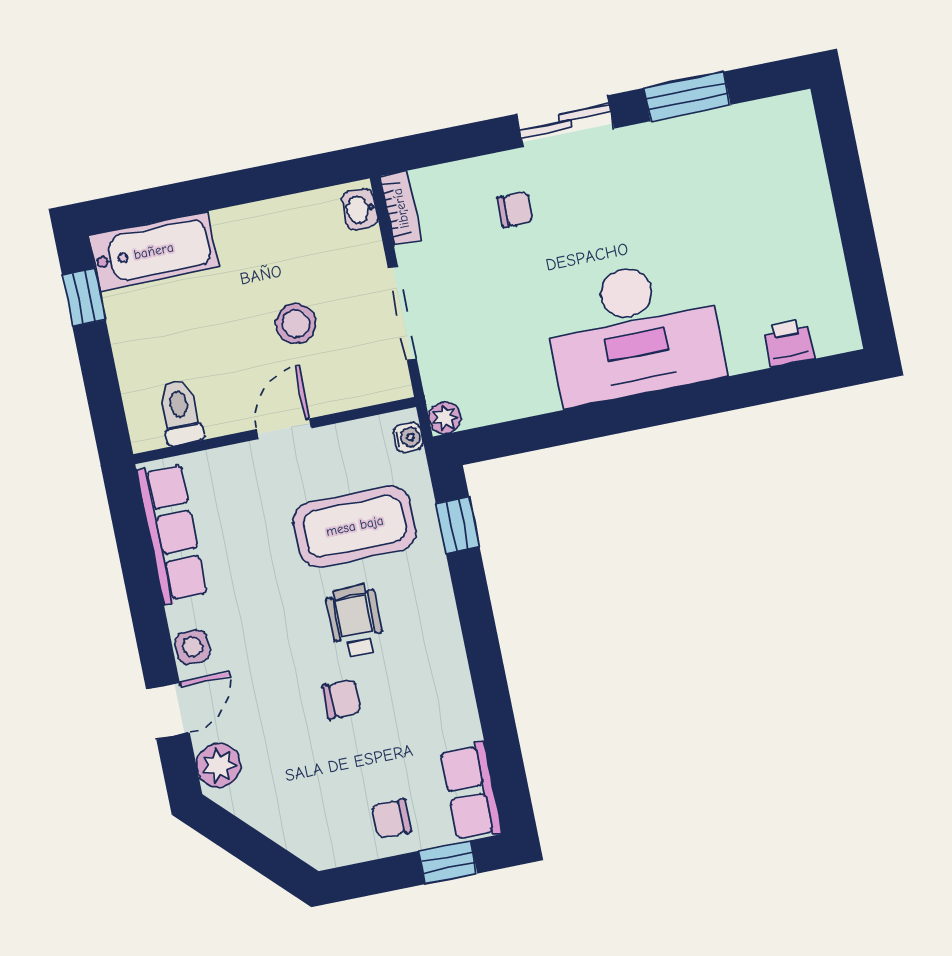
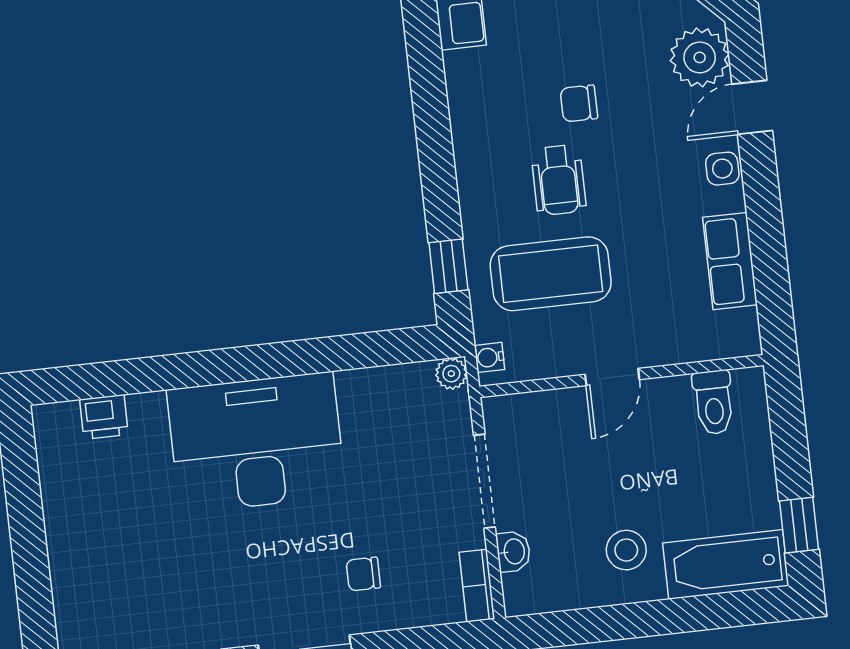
washbasin: (360, 209) -> (513, 551), moved
stool: (296, 324) -> (626, 550), moved
row of seats: (172, 533) -> (730, 261), width x0.68
plant: (219, 765) -> (700, 57), width x1.36, depth x1.36

